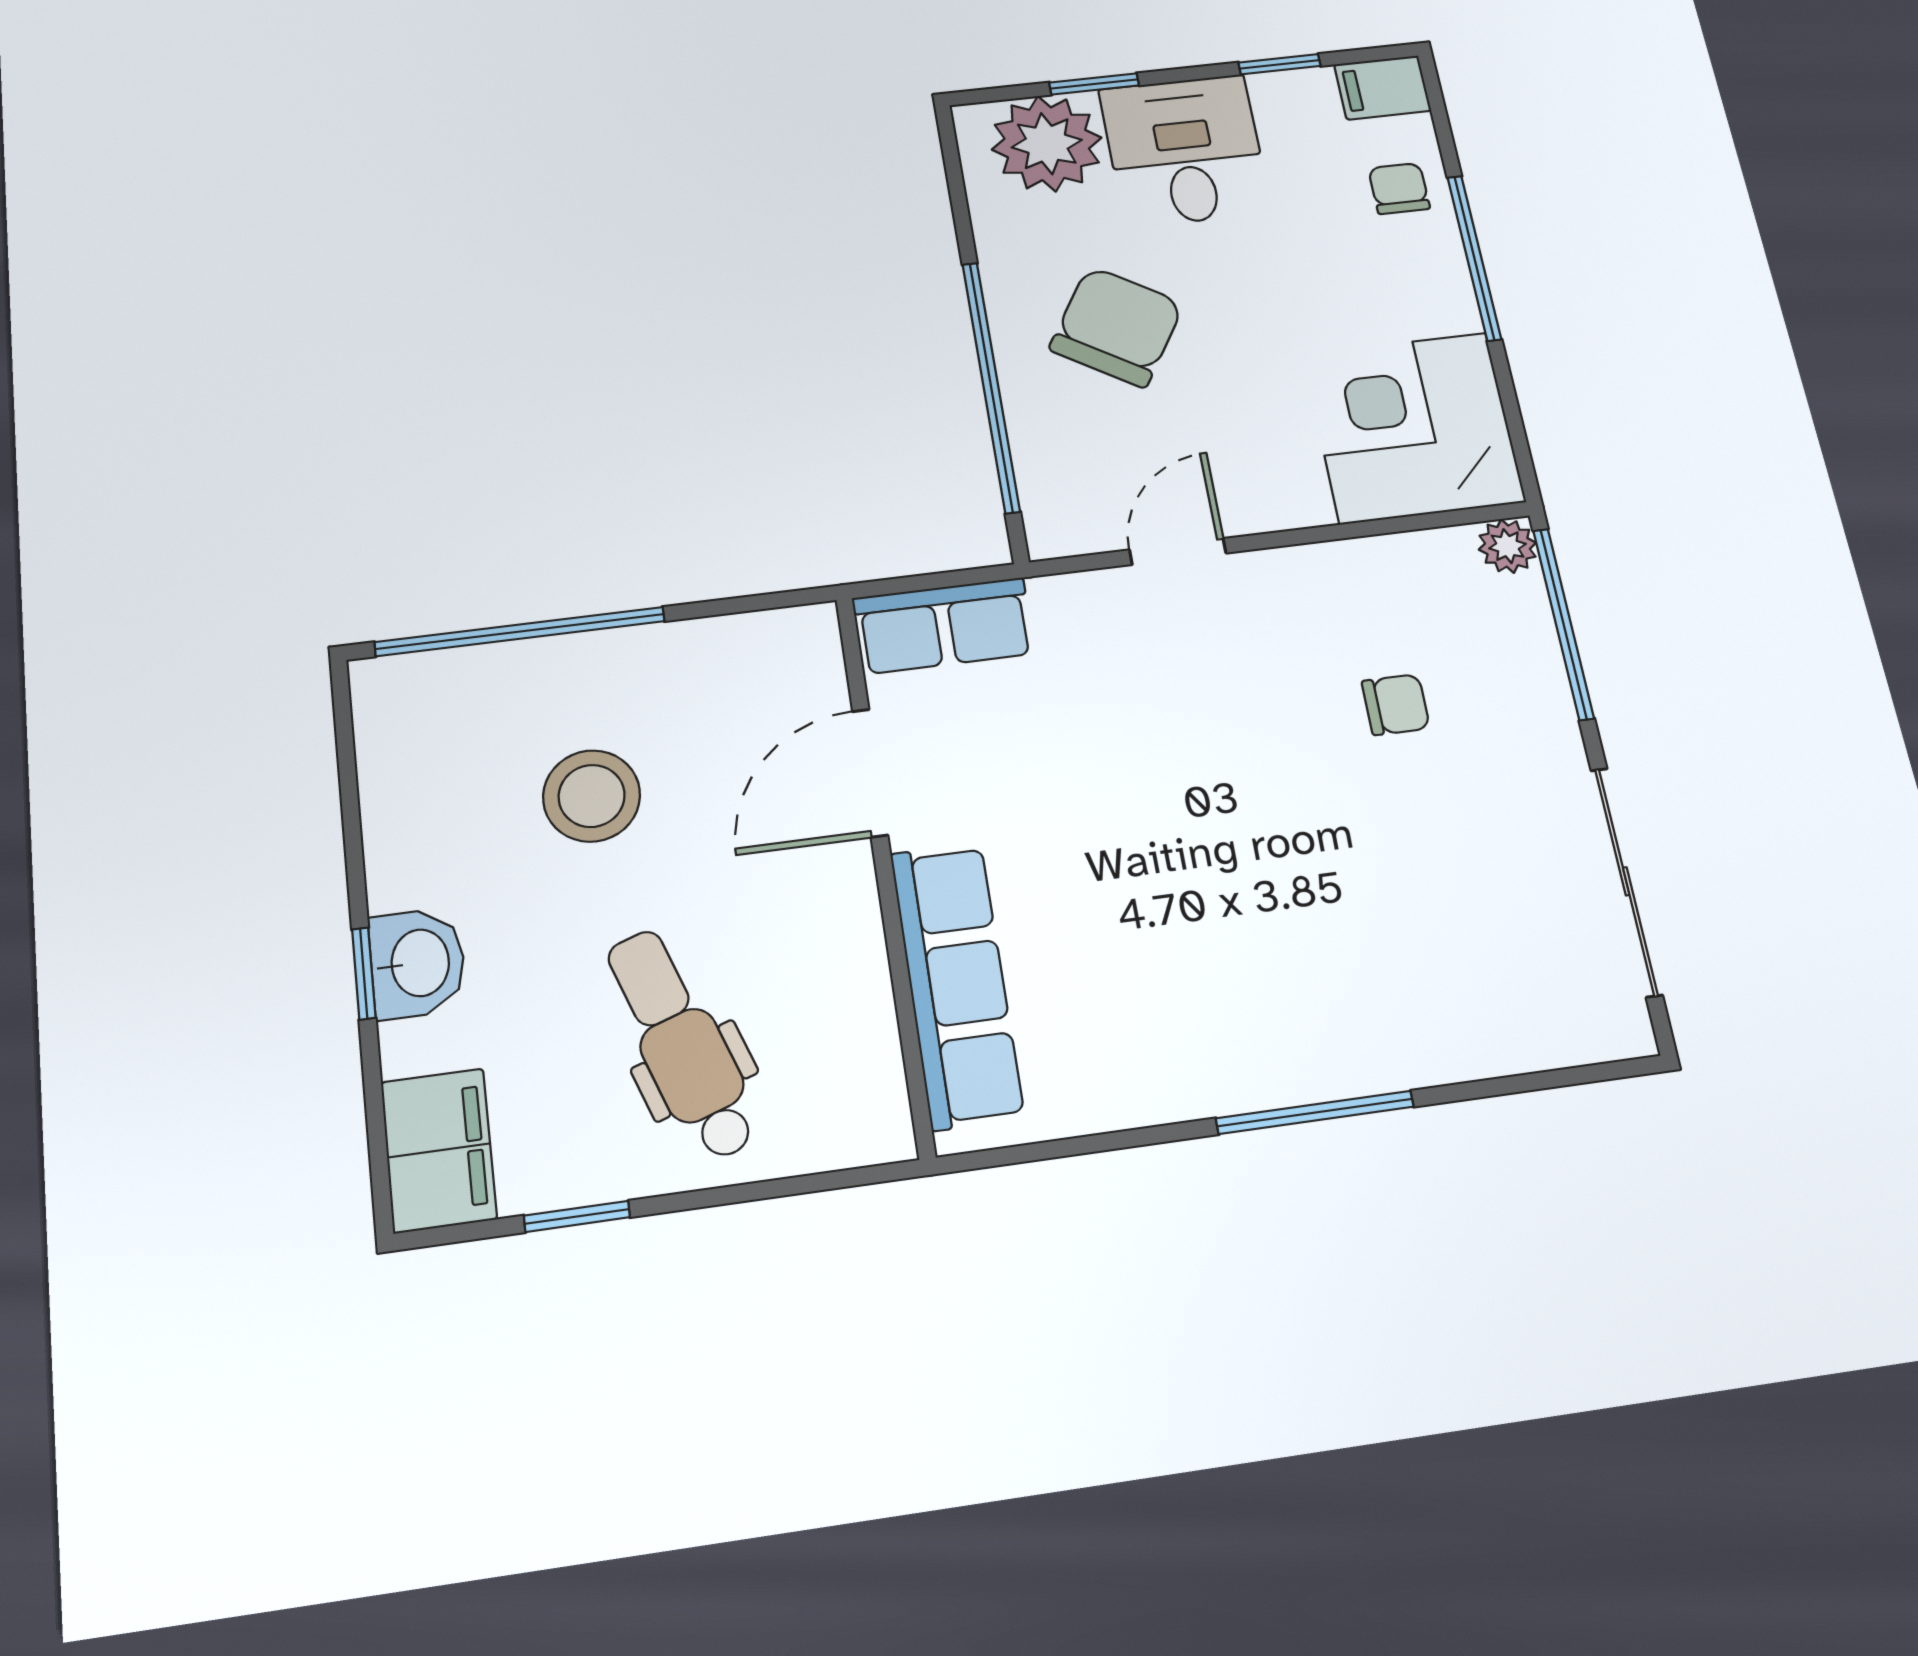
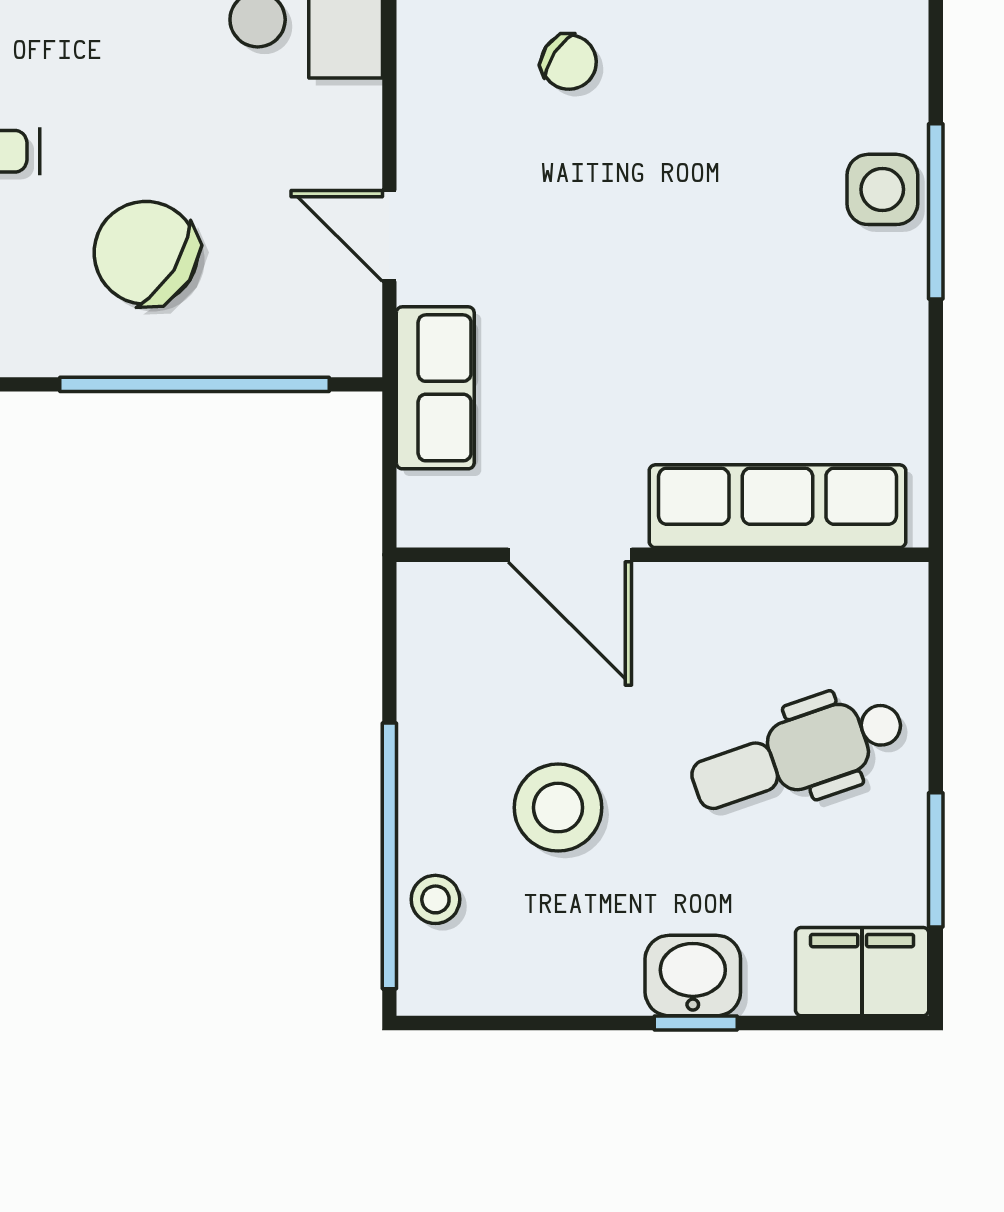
row of seats: (944, 626) -> (435, 388), moved
stool: (477, 683) -> (435, 899), added
chair: (1396, 705) -> (569, 62), turned 124
side table: (1327, 1050) -> (882, 189), added
window: (577, 1216) -> (936, 860), width x1.50

